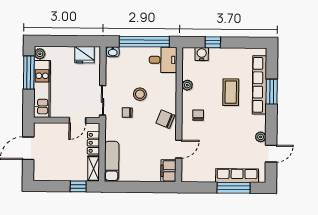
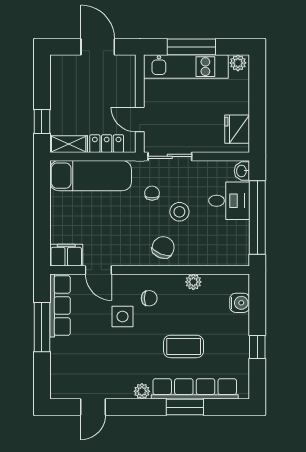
window: (213, 42) -> (257, 347), moved
desk: (163, 60) -> (229, 201), moved, turned -90
window: (29, 72) -> (191, 47), moved
chair: (165, 119) -> (163, 247), moved
side table: (210, 133) -> (122, 316), added
plant: (261, 137) -> (142, 391), moved
door: (271, 154) -> (93, 407), hinge flipped
exam couch: (112, 161) -> (91, 176), width x1.36, depth x1.45
row of seats: (237, 176) -> (60, 305), moved
window: (234, 188) -> (42, 327), moved

